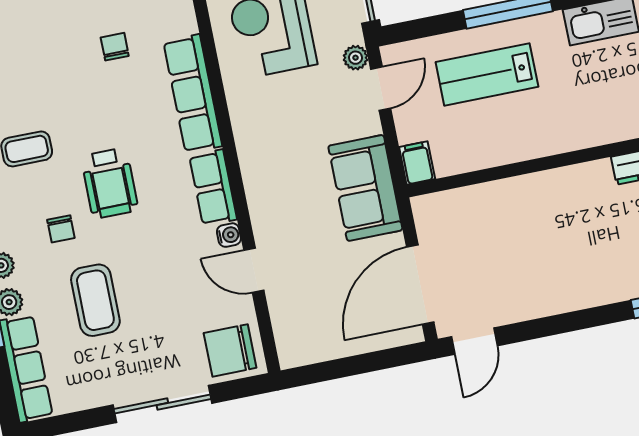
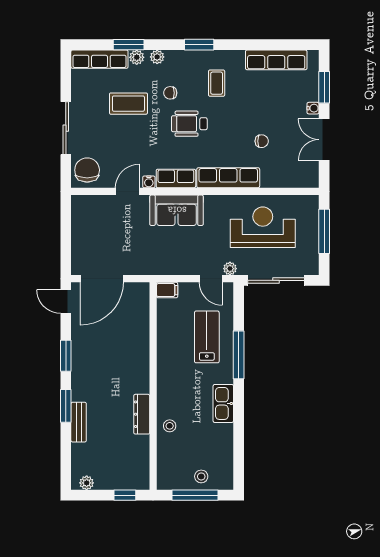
sofa: (365, 188) -> (177, 210), moved, turned 180
door: (420, 285) -> (102, 279), swing flipped
window: (572, 321) -> (66, 356), added

